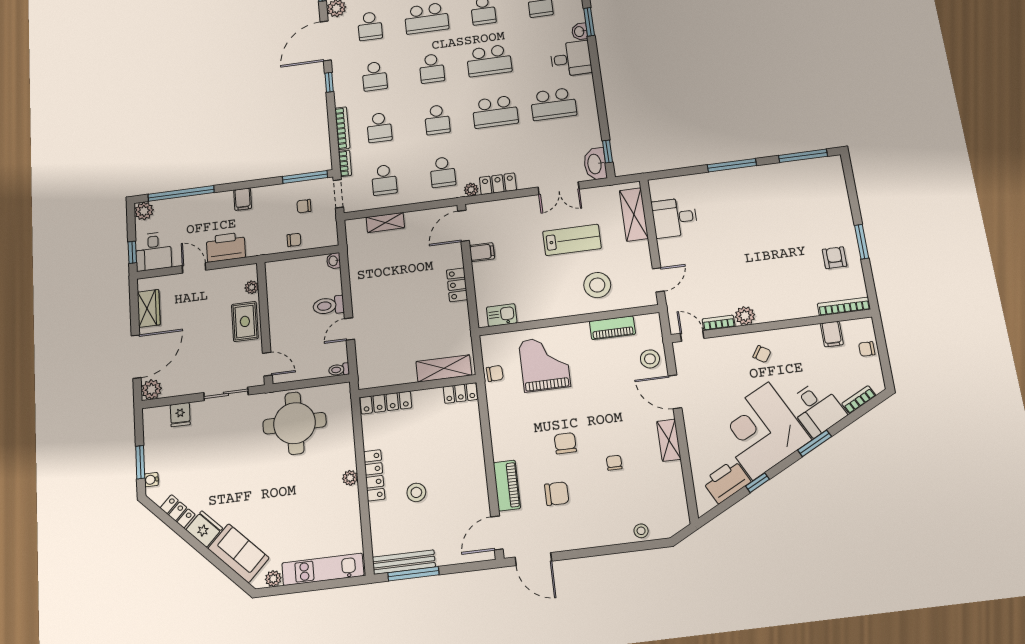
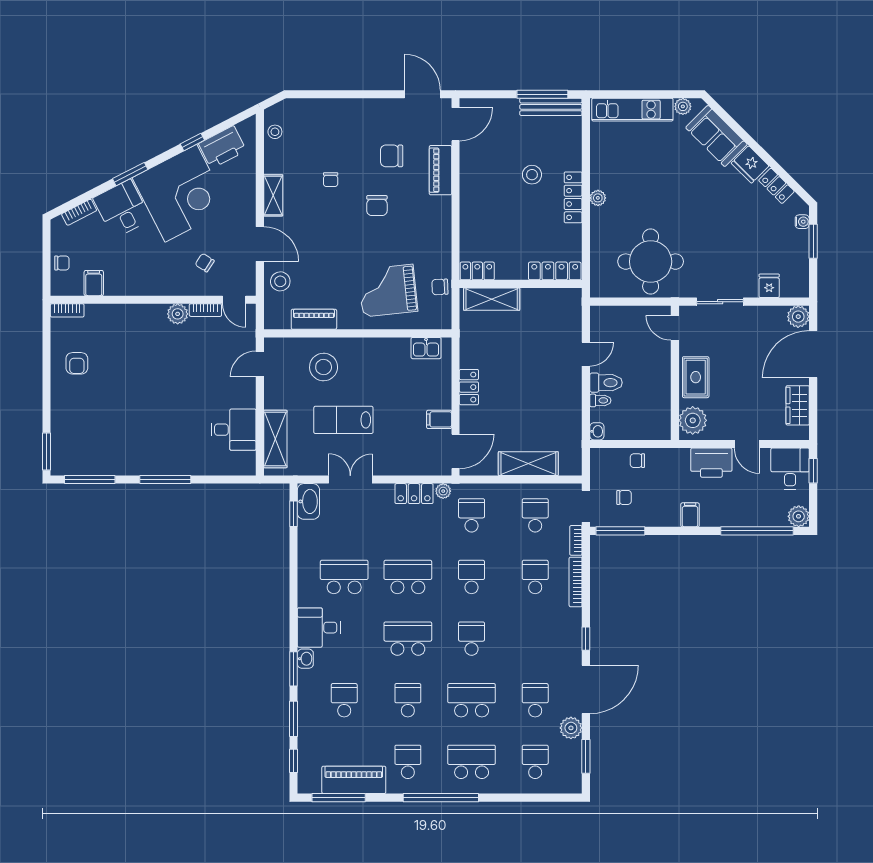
school desk: (375, 76) -> (535, 639), removed
shelving: (385, 223) -> (528, 464), width x1.50, depth x1.33
window: (862, 242) -> (46, 451), moved
plant: (252, 287) -> (693, 420), width x1.88, depth x1.88
bookcase: (844, 306) -> (67, 310), width x0.64
chair: (762, 354) -> (205, 263), moved
grand piano: (545, 364) -> (388, 291), turned 84
toilet: (339, 370) -> (600, 400), moved
stool: (641, 531) -> (275, 132), moved

